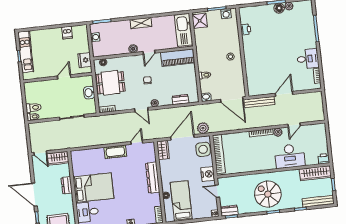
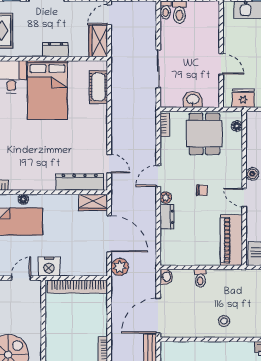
dresser: (180, 100) -> (167, 217), moved
side table: (203, 149) -> (87, 264), removed
cot: (115, 152) -> (98, 87), moved
dresser: (153, 178) -> (80, 182), moved

